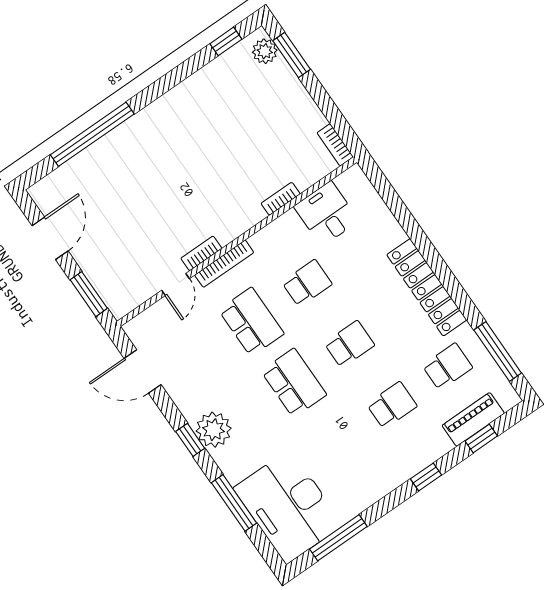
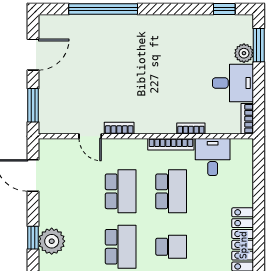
plant: (265, 51) -> (244, 53), moved
desk: (292, 116) -> (233, 83), added
bookcase: (224, 264) -> (171, 144), moved
school desk: (307, 283) -> (171, 191), width x1.85
door: (175, 284) -> (90, 136), hinge flipped

